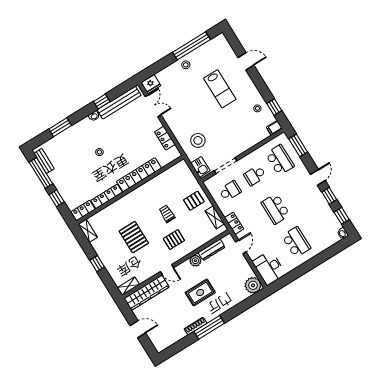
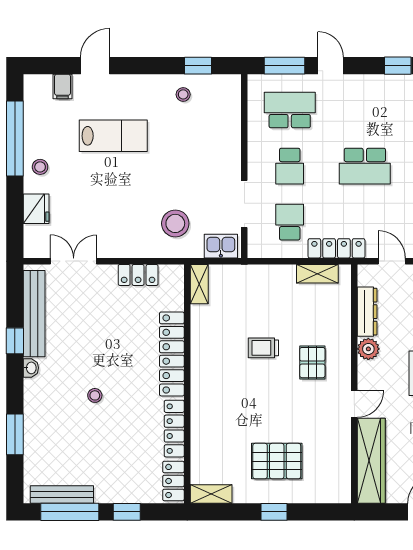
fridge: (151, 84) -> (36, 209), moved
filing cabinet: (274, 128) -> (62, 86), moved
bench: (44, 161) -> (62, 495), width x1.36
door: (318, 177) -> (331, 66), moved
pallet: (194, 201) -> (269, 291), removed
locker: (234, 223) -> (337, 248), width x1.53
pallet: (134, 237) -> (277, 461), moved
shelving: (128, 286) -> (199, 284), moved

